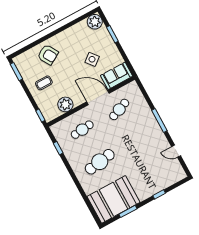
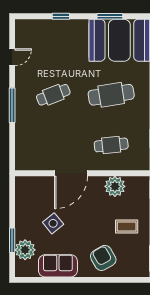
plant: (95, 22) -> (25, 250), moved
sofa: (117, 76) -> (58, 266), moved, turned 180
door: (98, 98) -> (71, 173), hinge flipped
cafe table: (119, 109) -> (53, 95), moved
door: (176, 151) -> (12, 57), hinge flipped

